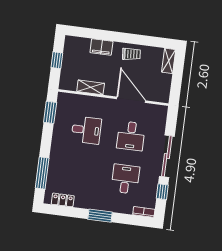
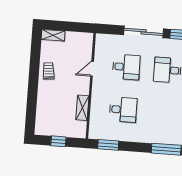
filing cabinet: (101, 47) -> (43, 100), removed
door: (131, 100) -> (92, 69), width x0.53
desk: (86, 130) -> (123, 110), turned 90

